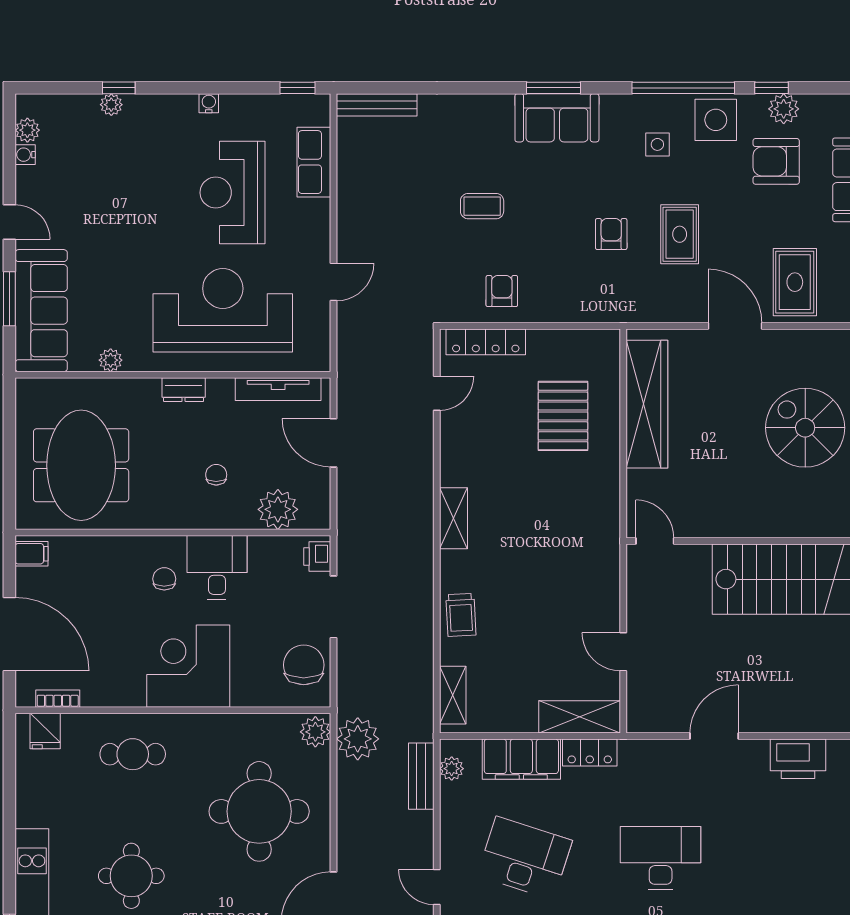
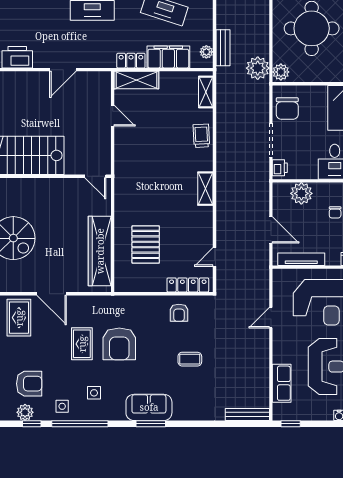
side table: (716, 120) -> (62, 406), width x0.54, depth x0.54
armchair: (611, 234) -> (119, 344), width x1.88, depth x1.88

